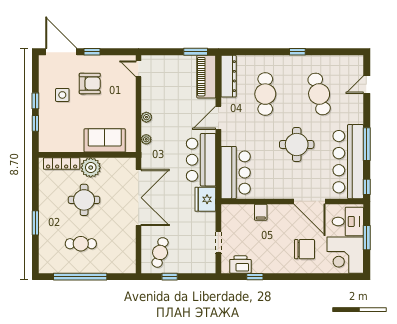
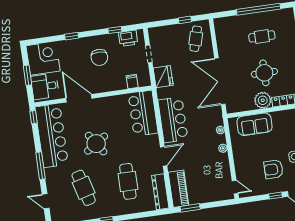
door: (367, 85) -> (46, 201), swing flipped
round table: (297, 144) -> (96, 144), turned -34
window: (367, 144) -> (40, 166), moved
fridge: (205, 199) -> (163, 77), moved
filing cabinet: (261, 212) -> (132, 82), moved
chair: (304, 249) -> (99, 57), moved, turned -90
window: (307, 277) -> (72, 36), added

